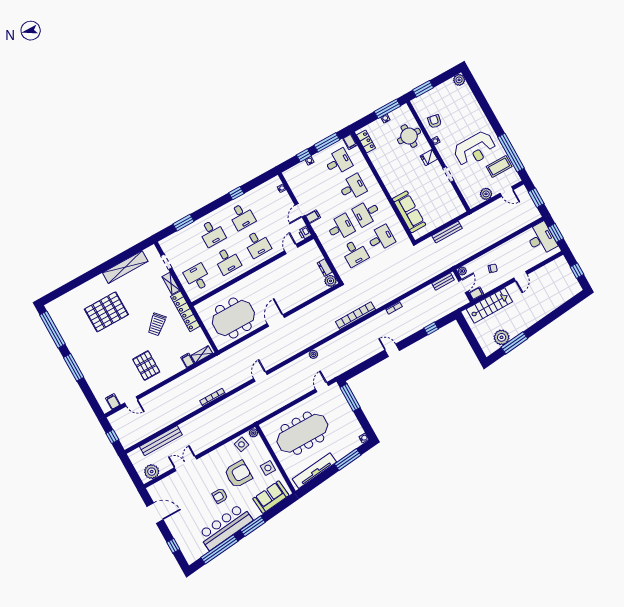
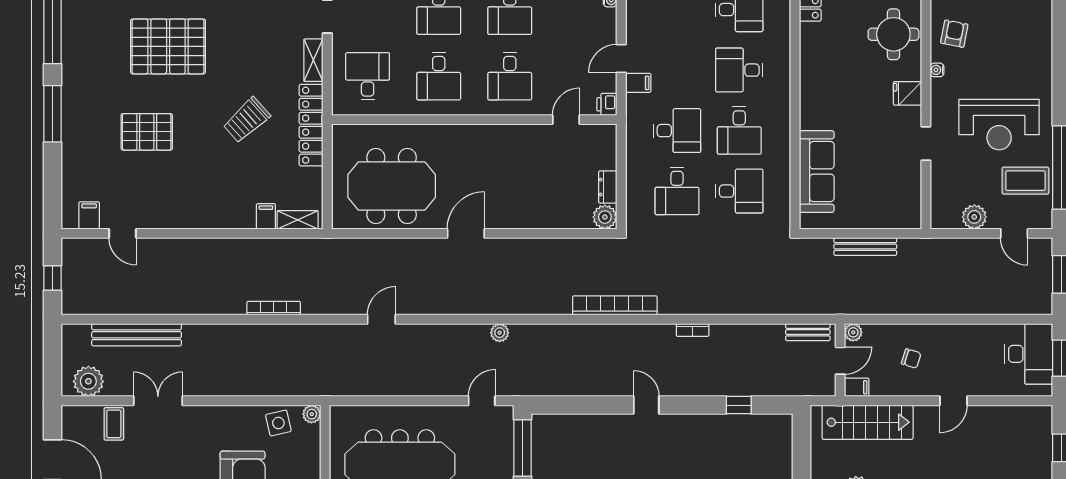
desk: (353, 187) -> (739, 70), turned 180
desk: (367, 213) -> (739, 131), turned -90
pallet: (146, 366) -> (147, 132), moved, turned 90
coffee table: (172, 484) -> (114, 424), added

